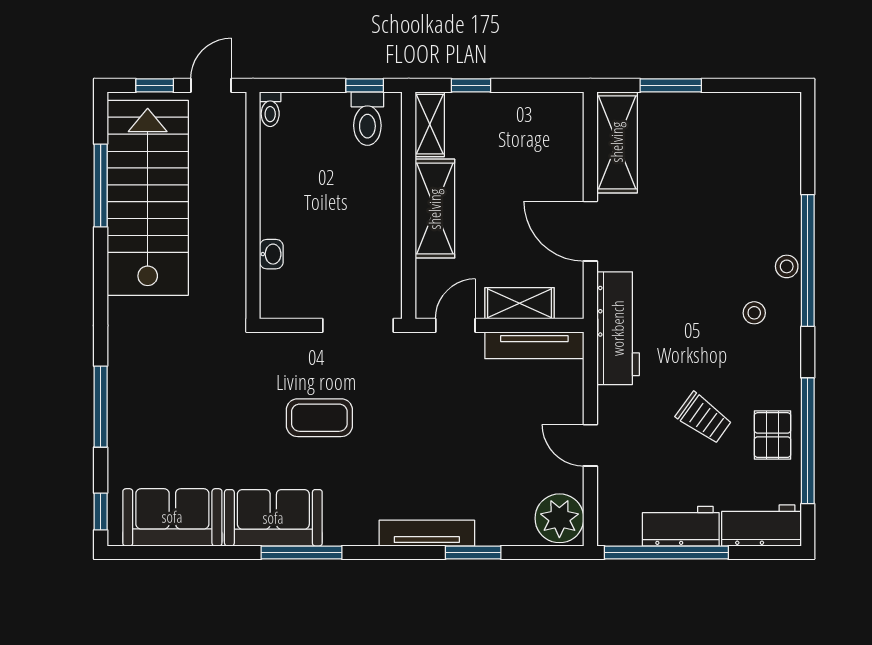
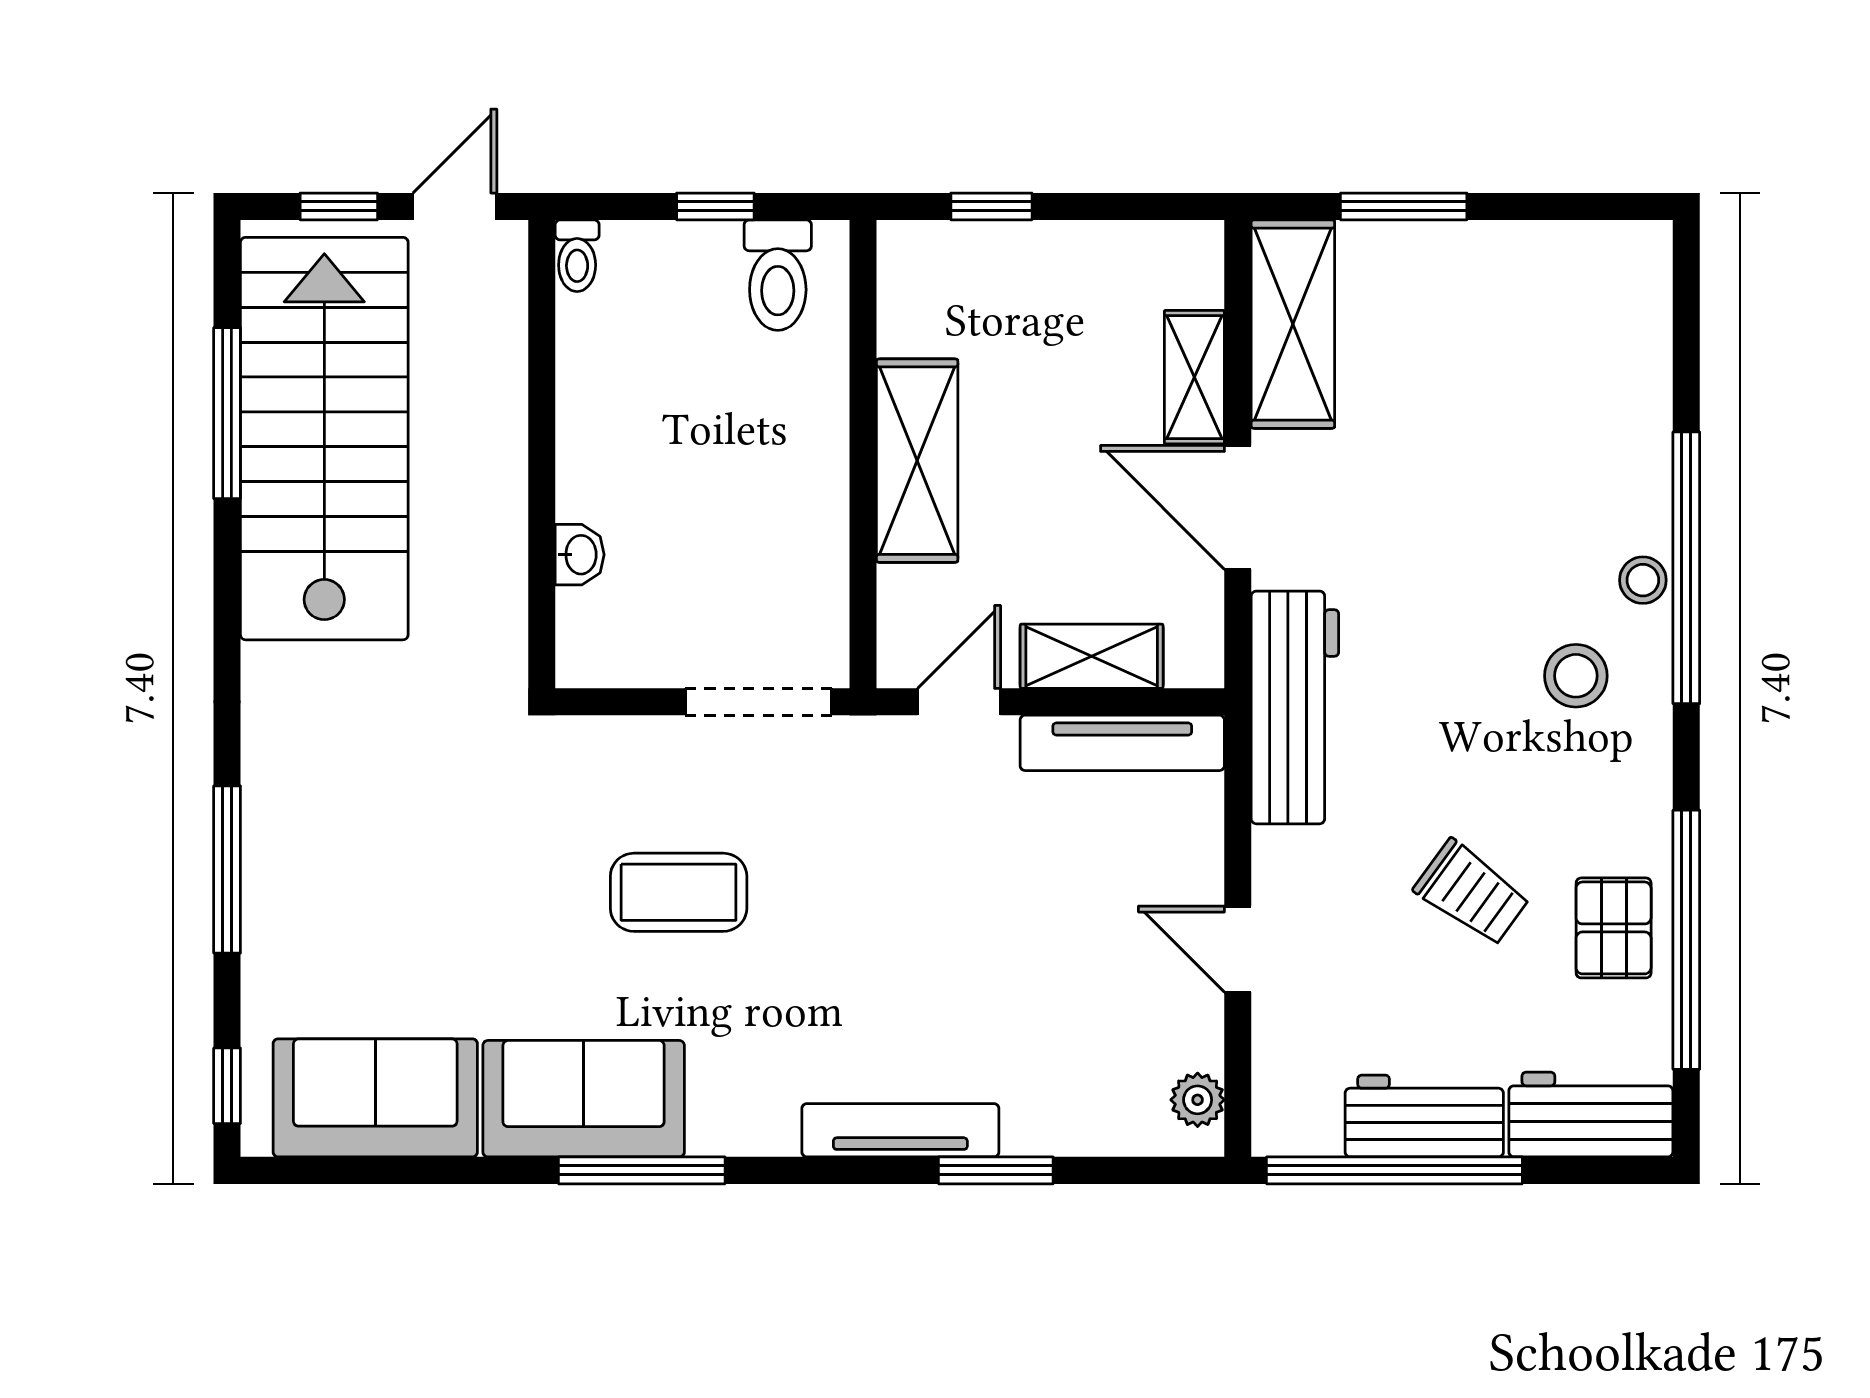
window: (365, 85) -> (715, 206), moved
shelving: (430, 124) -> (1194, 377), moved
stool: (754, 313) -> (1576, 676), width x1.37, depth x1.37
plant: (559, 518) -> (1198, 1100), width x0.53, depth x0.53

